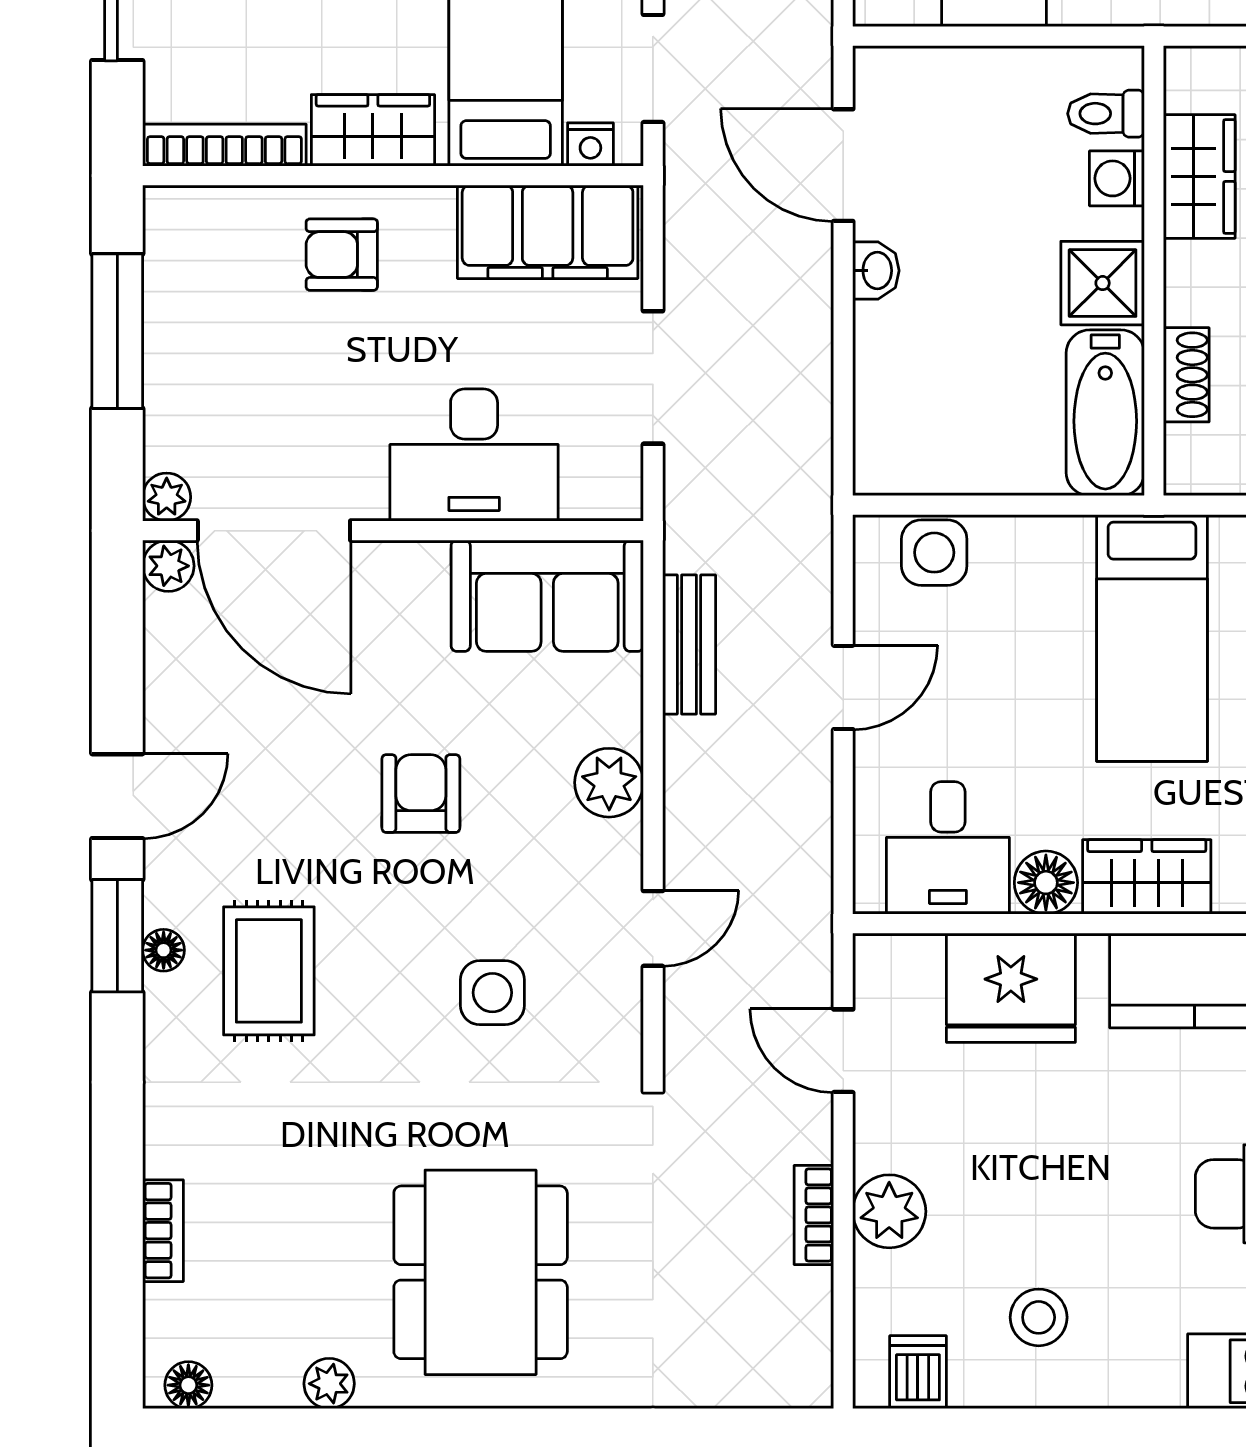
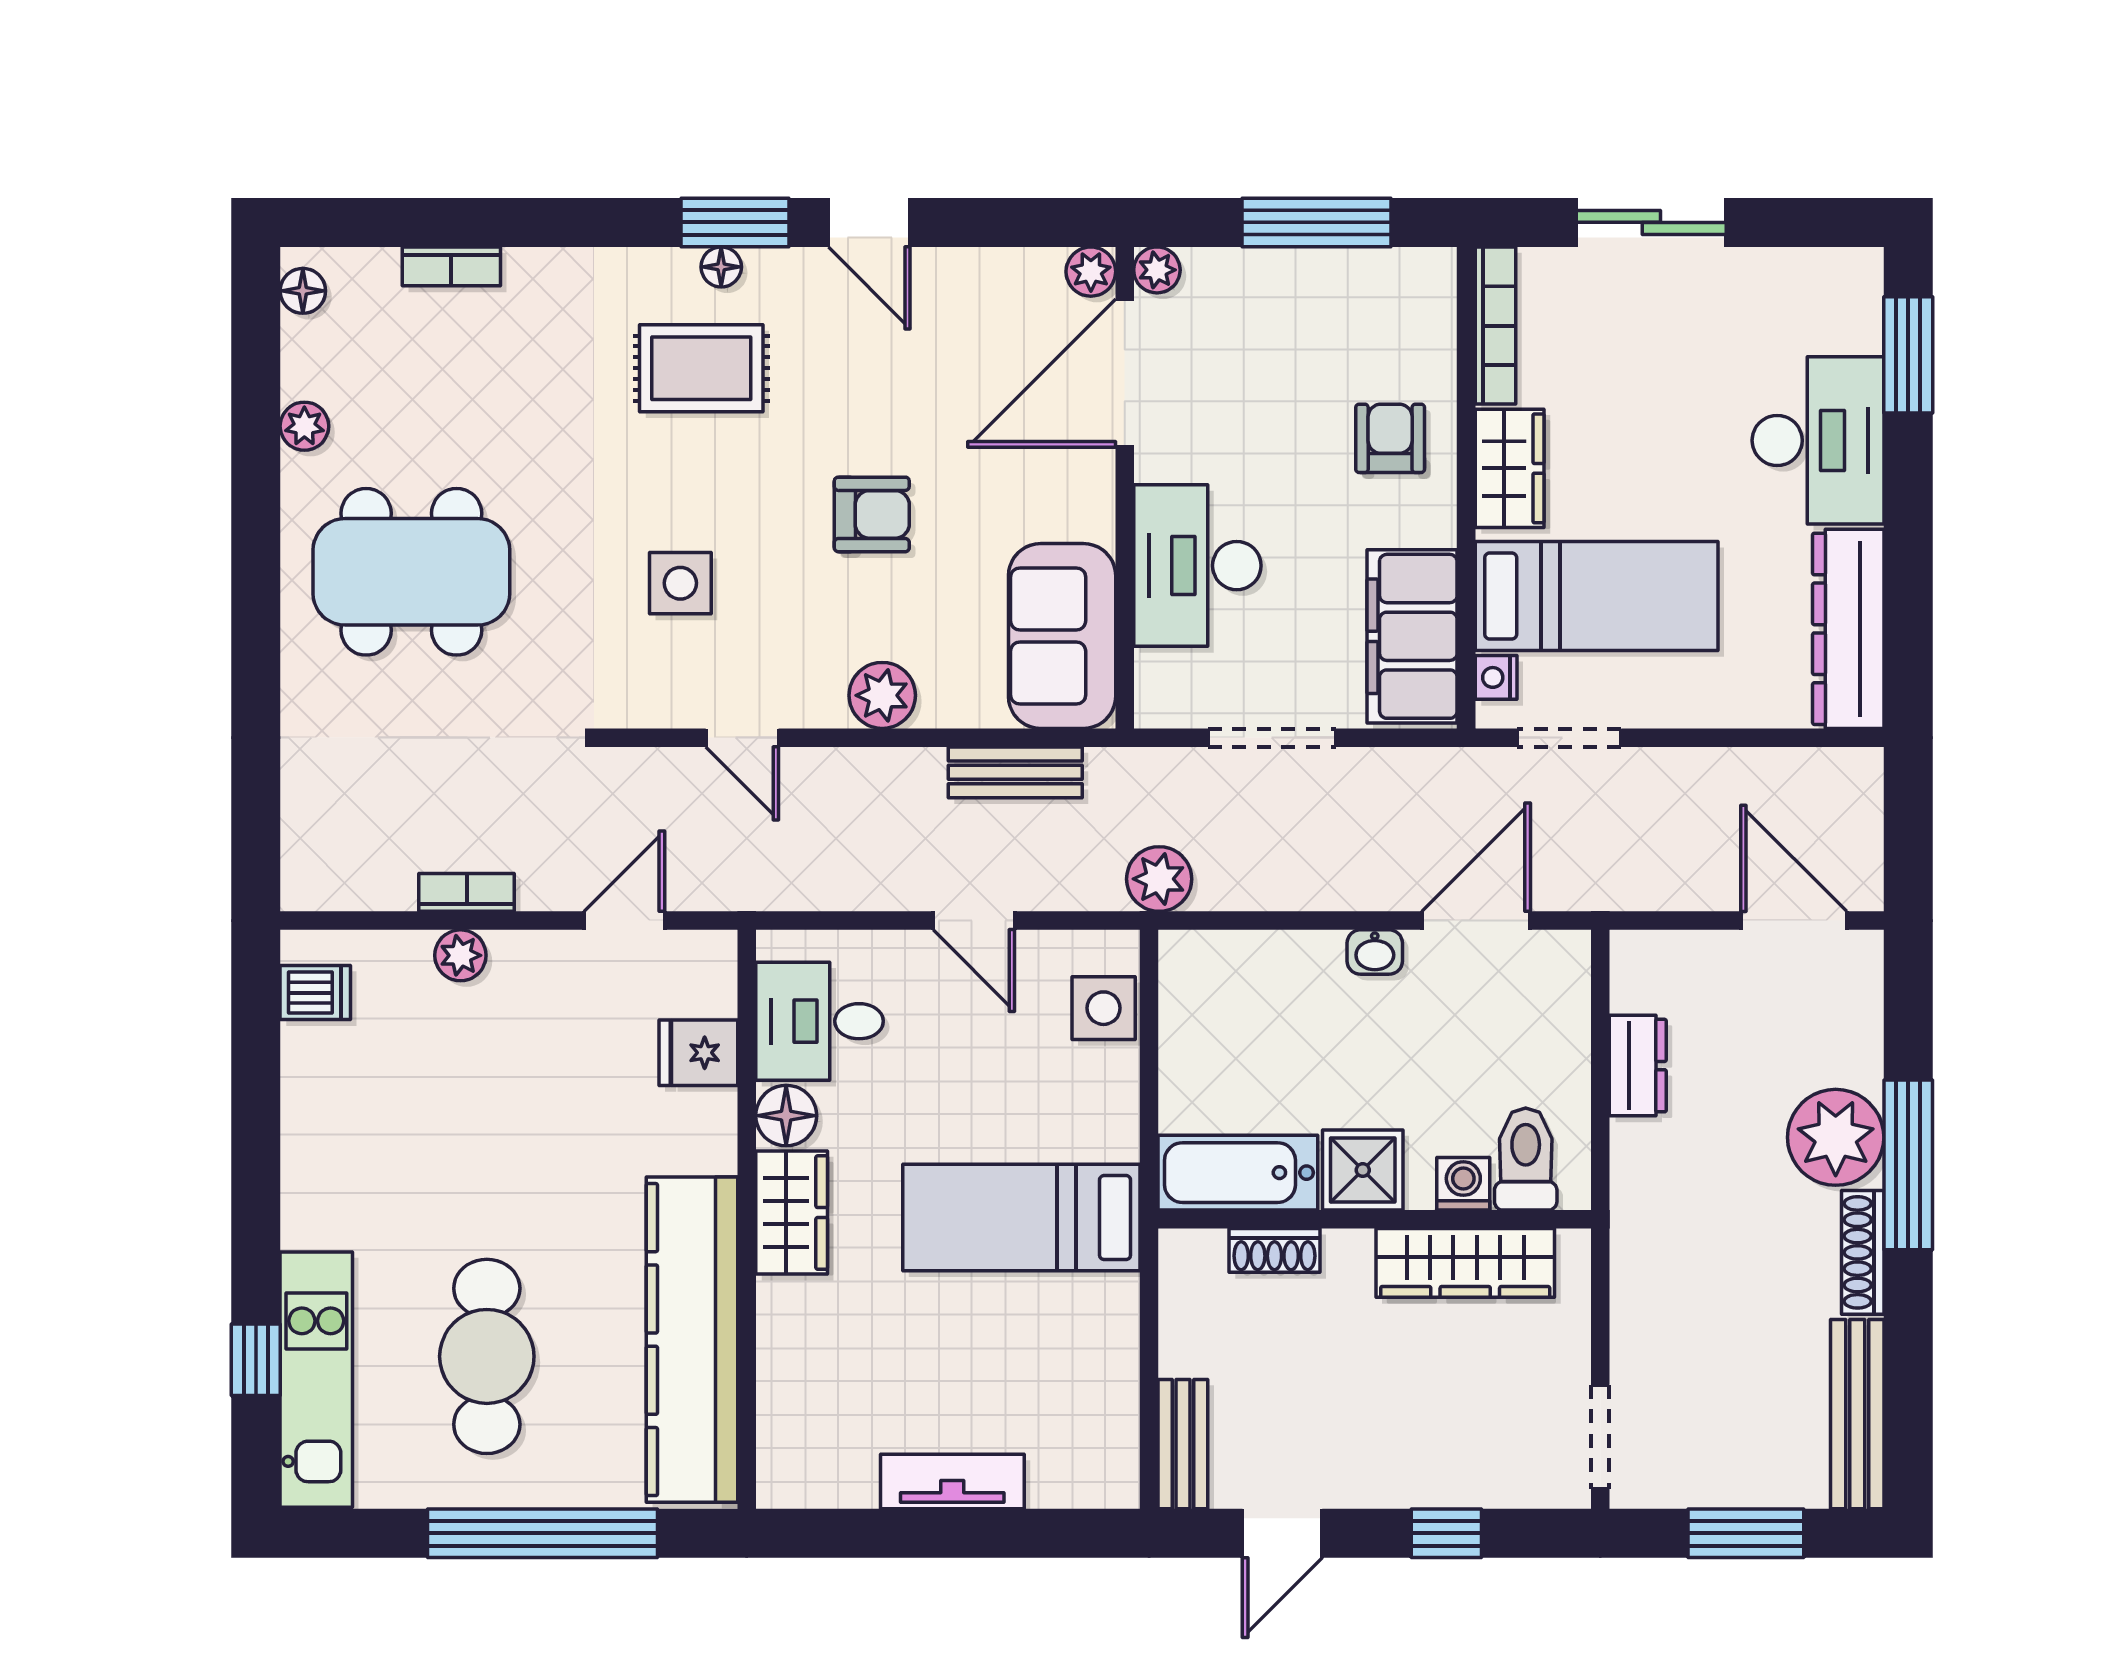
toilet: (1106, 114) -> (1526, 1159), width x1.37, depth x1.39
wardrobe: (1199, 176) -> (1465, 1263), width x1.50
plant: (800, 495) -> (1159, 879), added
fridge: (1011, 988) -> (698, 1053), width x0.53, depth x0.75
plant: (889, 1211) -> (460, 955), width x0.73, depth x0.73
stool: (1039, 1317) -> (368, 1109), removed

